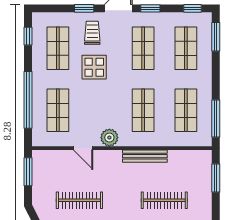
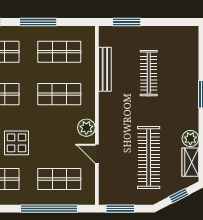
window: (216, 119) -> (38, 22), moved
door: (83, 148) -> (97, 154), swing flipped
bench: (145, 156) -> (105, 69), moved
clothes rail: (79, 200) -> (149, 158), width x1.37, depth x1.31

